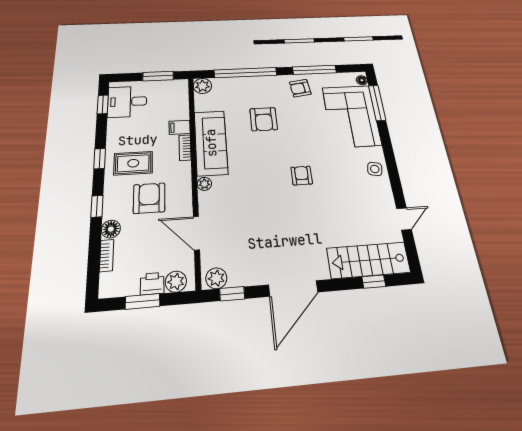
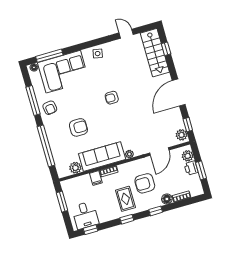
plant: (202, 86) -> (75, 168), moved
door: (293, 288) -> (179, 92), swing flipped

